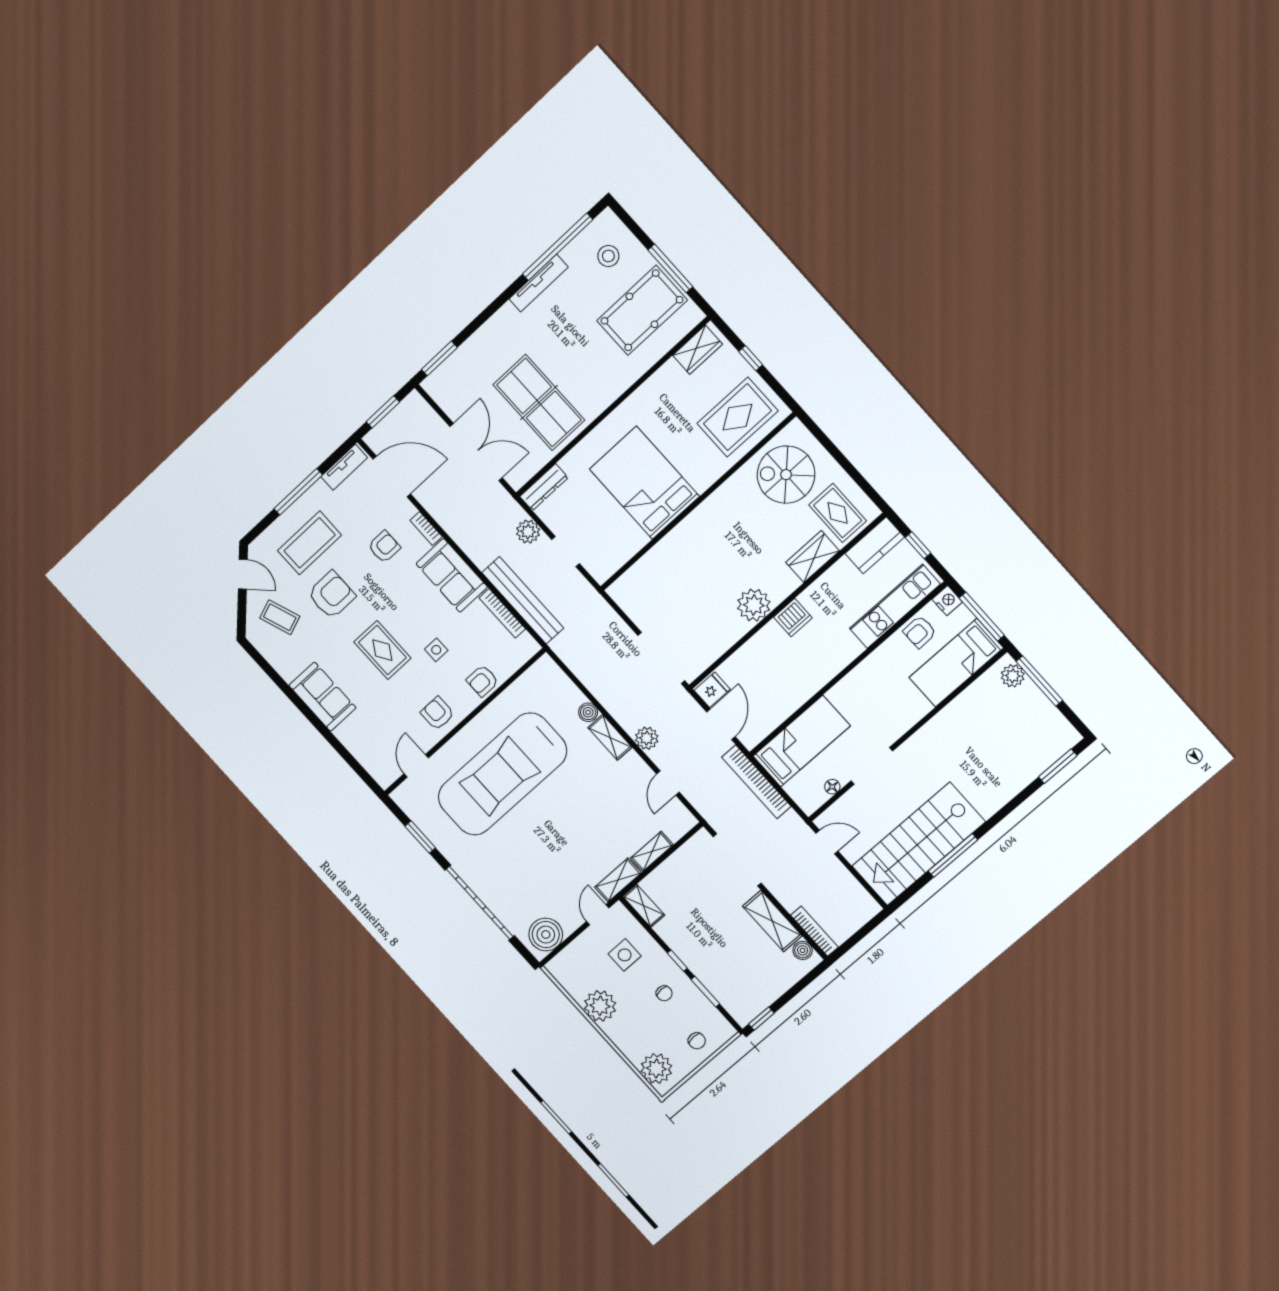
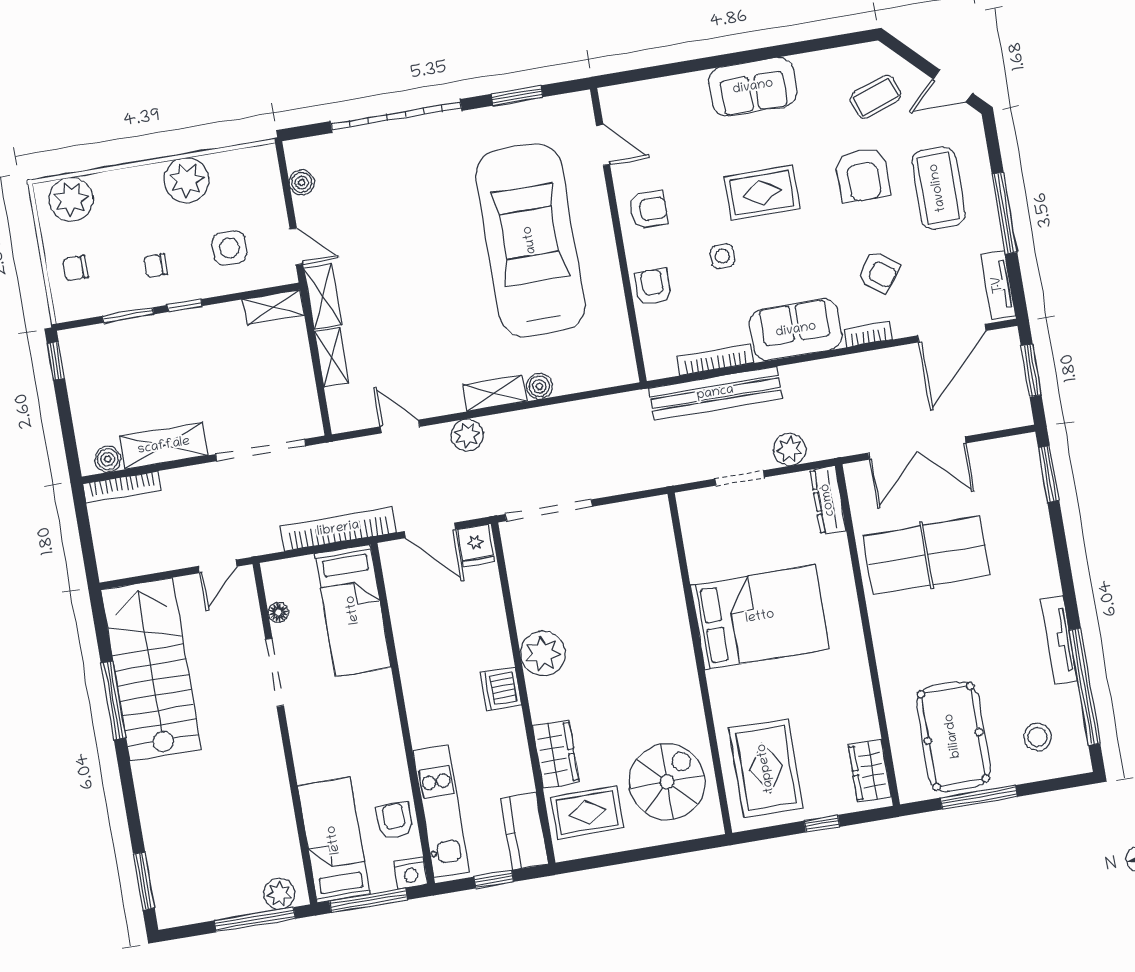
armchair: (384, 547) -> (878, 272), turned -54
boiler: (546, 935) -> (302, 183), width x0.54, depth x0.54

